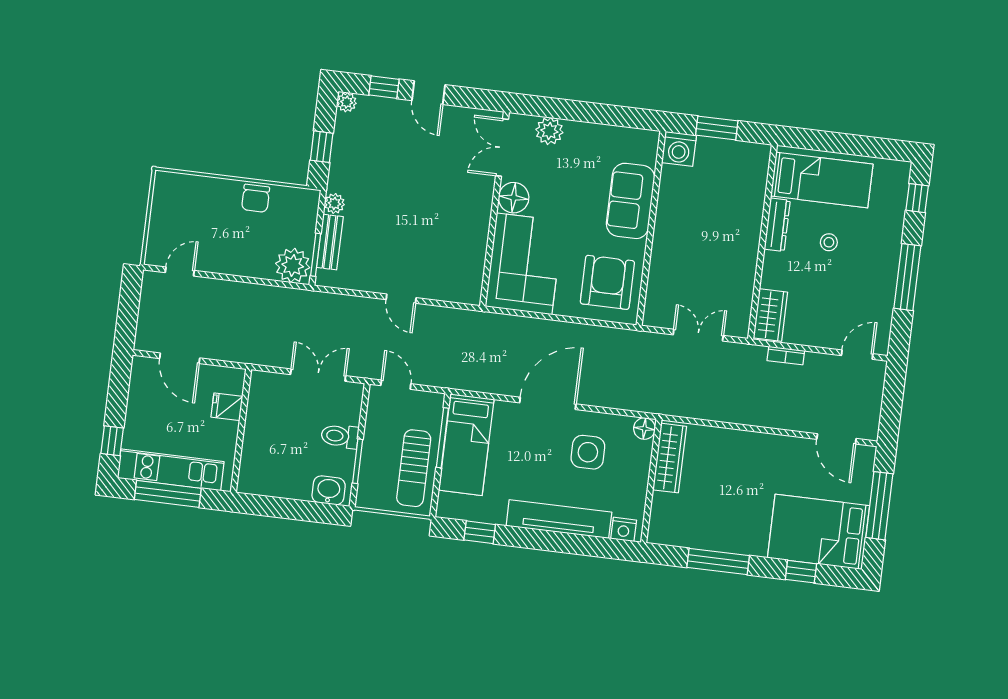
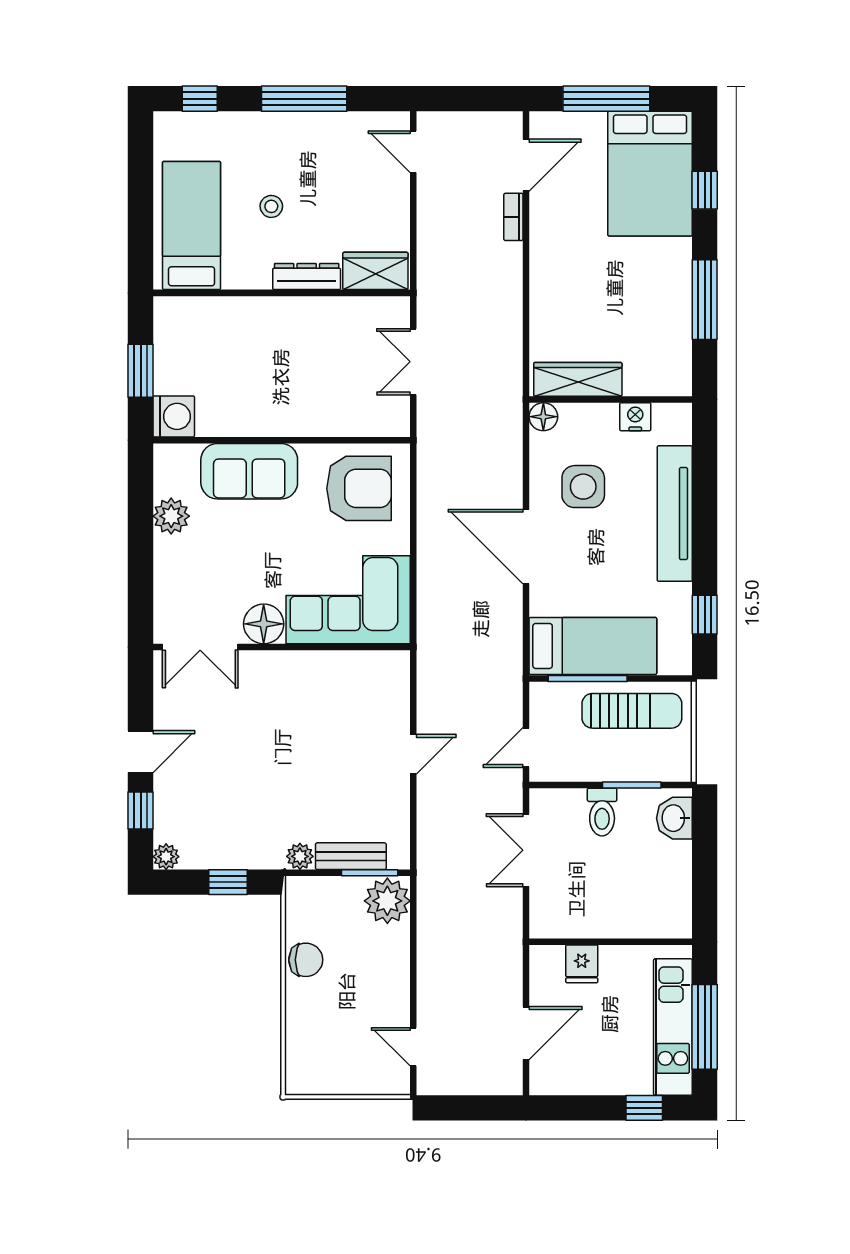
plant: (549, 131) -> (171, 516), moved
dresser: (777, 225) -> (307, 277), moved
armchair: (607, 282) -> (359, 488), turned 180
bookcase: (786, 356) -> (513, 217), moved, turned 180
nightstand: (624, 529) -> (635, 417), moved, turned -90

